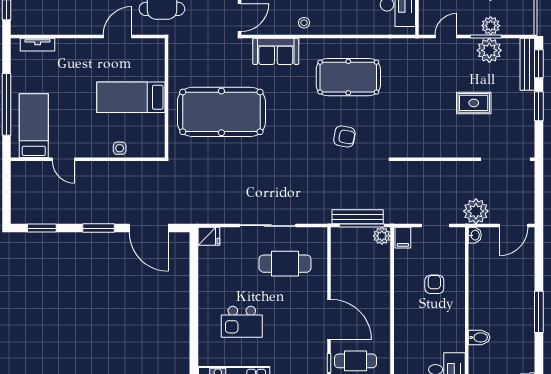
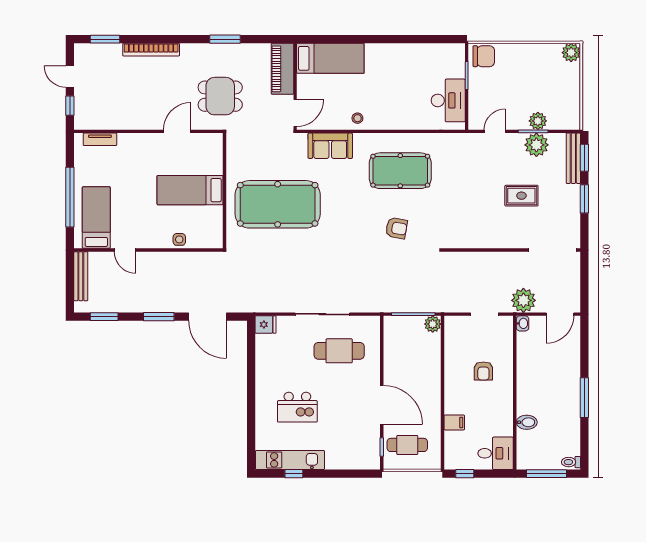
bench: (358, 217) -> (81, 276), moved, turned 90
filing cabinet: (403, 238) -> (454, 422), moved, turned -90
armchair: (434, 284) -> (483, 371), turned 180

